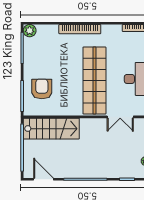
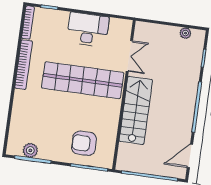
bookcase: (80, 29) -> (24, 65), moved
plant: (30, 31) -> (30, 150), moved
stairs: (51, 129) -> (136, 110), moved

